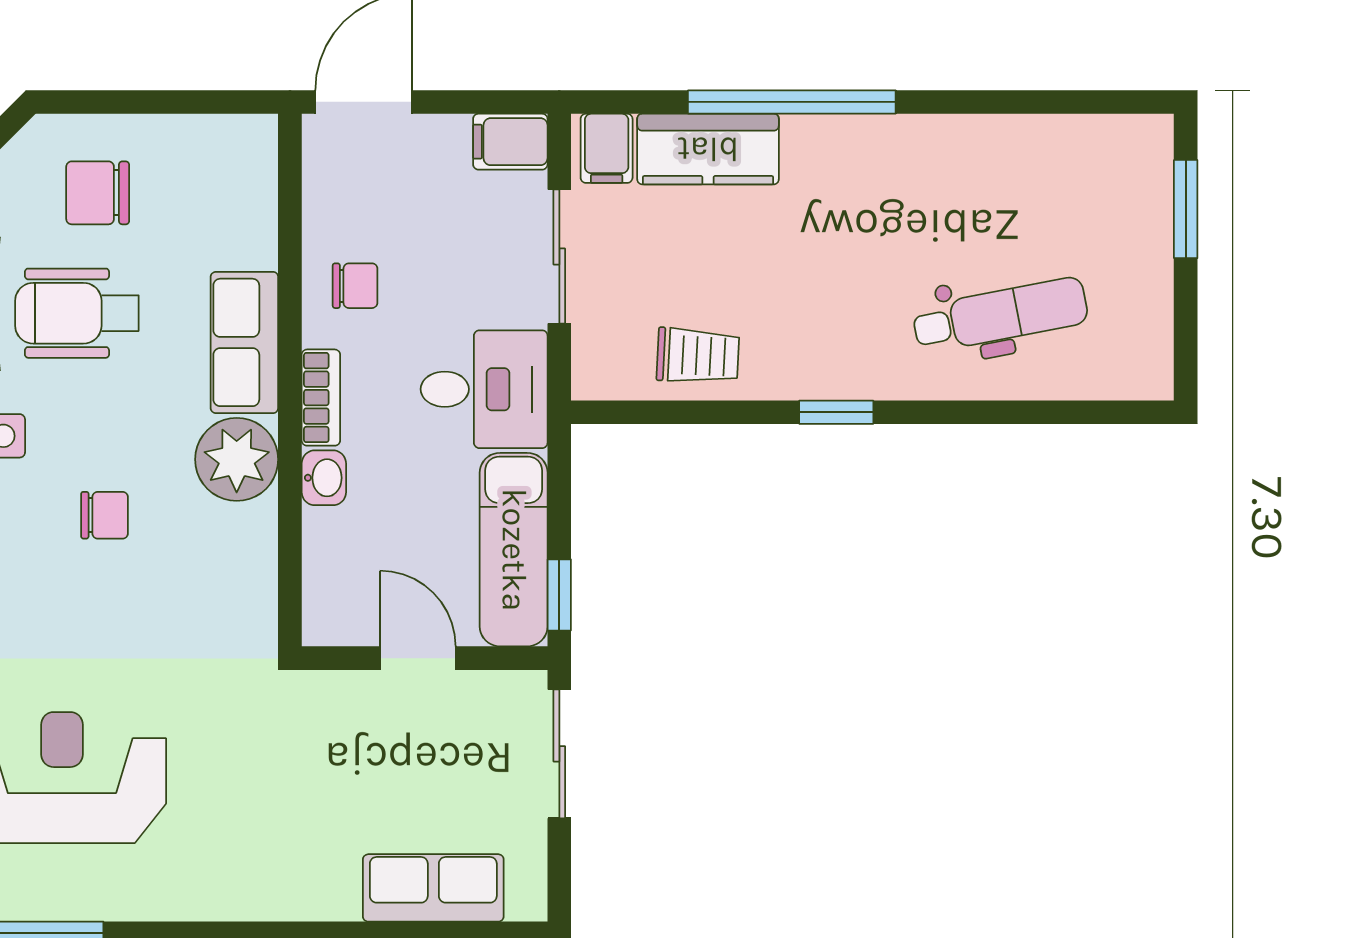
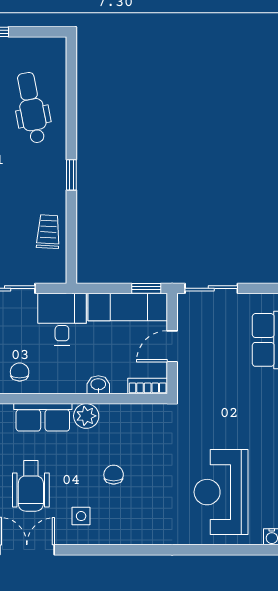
bookcase: (321, 398) -> (148, 386), moved
plant: (237, 459) -> (86, 416), width x0.73, depth x0.73

